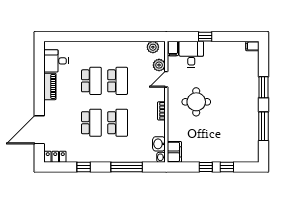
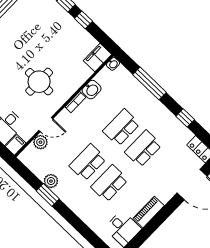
window: (123, 37) -> (48, 195), added
plant: (153, 47) -> (51, 181), moved
washbasin: (159, 144) -> (92, 90), moved

